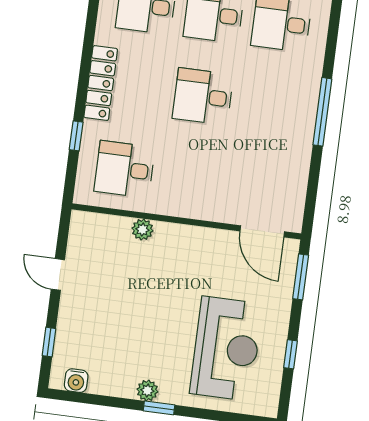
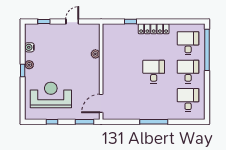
desk: (124, 169) -> (119, 43), removed
reception desk: (226, 349) -> (51, 95), turned 180
water cooler: (76, 381) -> (29, 47), moved

